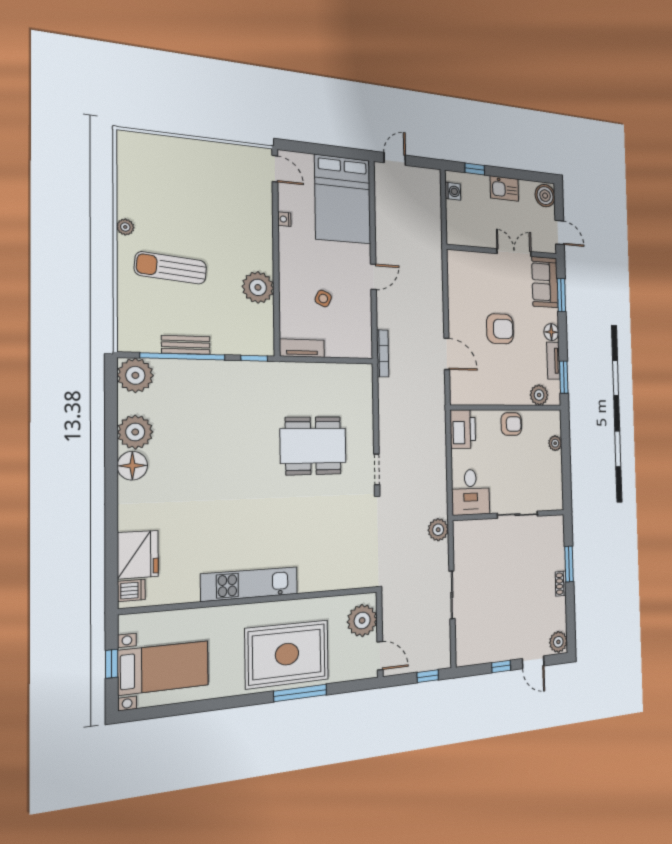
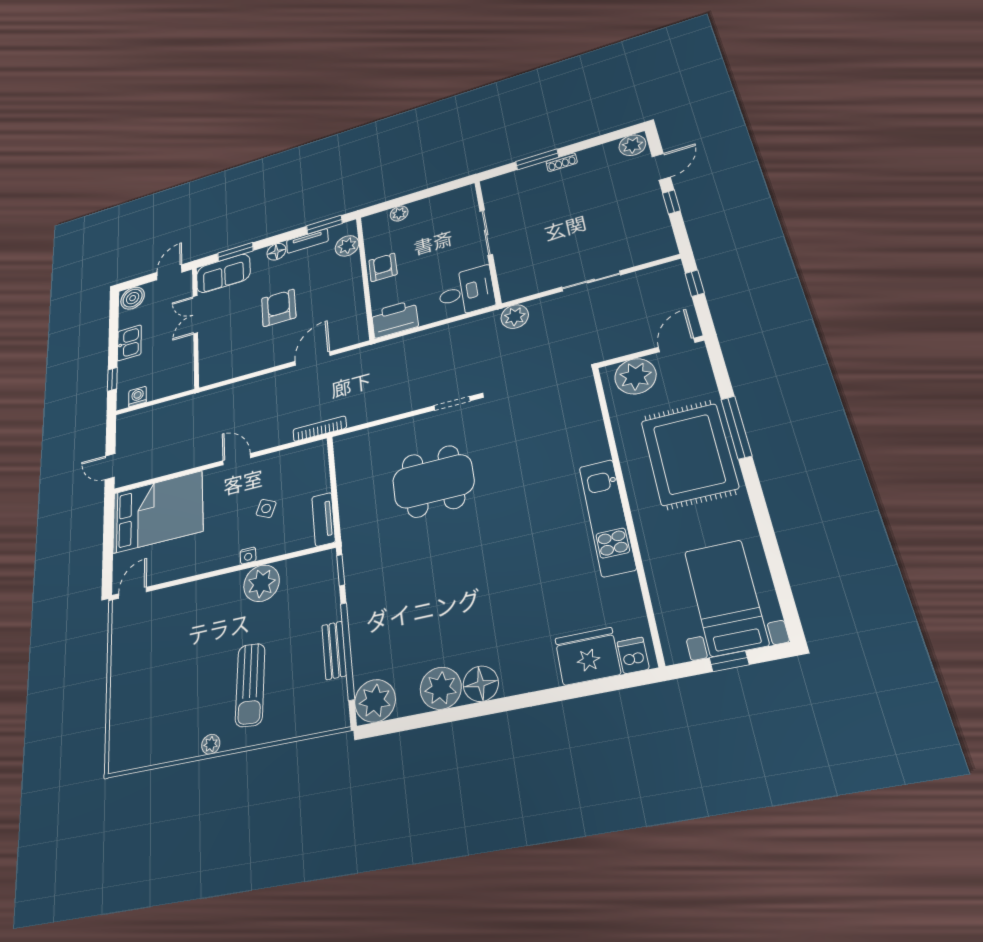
nightstand: (284, 219) -> (248, 556), moved
dining table: (313, 446) -> (433, 481), turned 90

